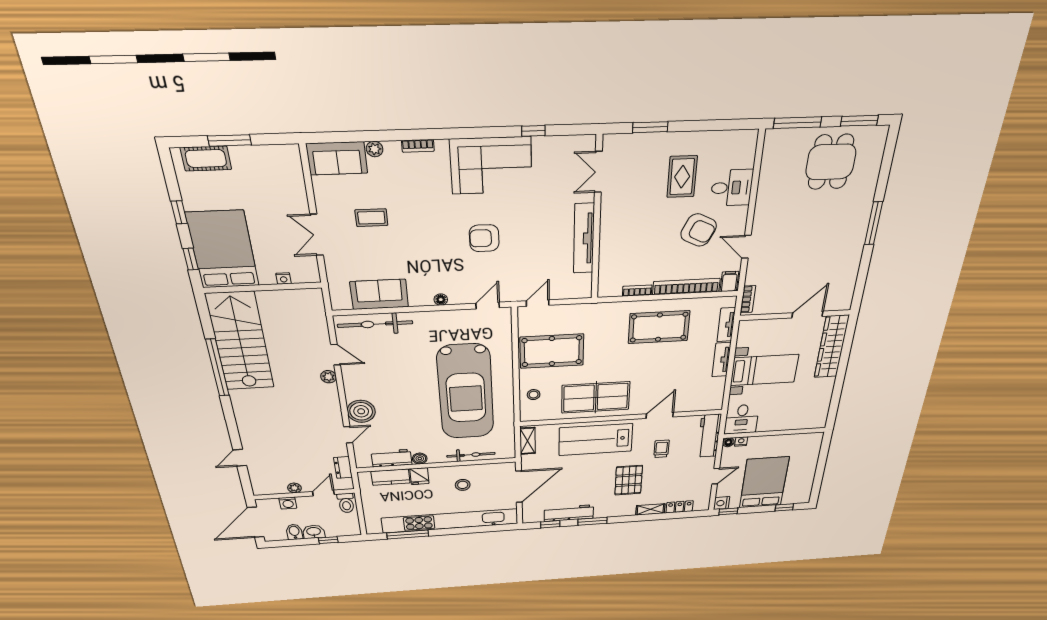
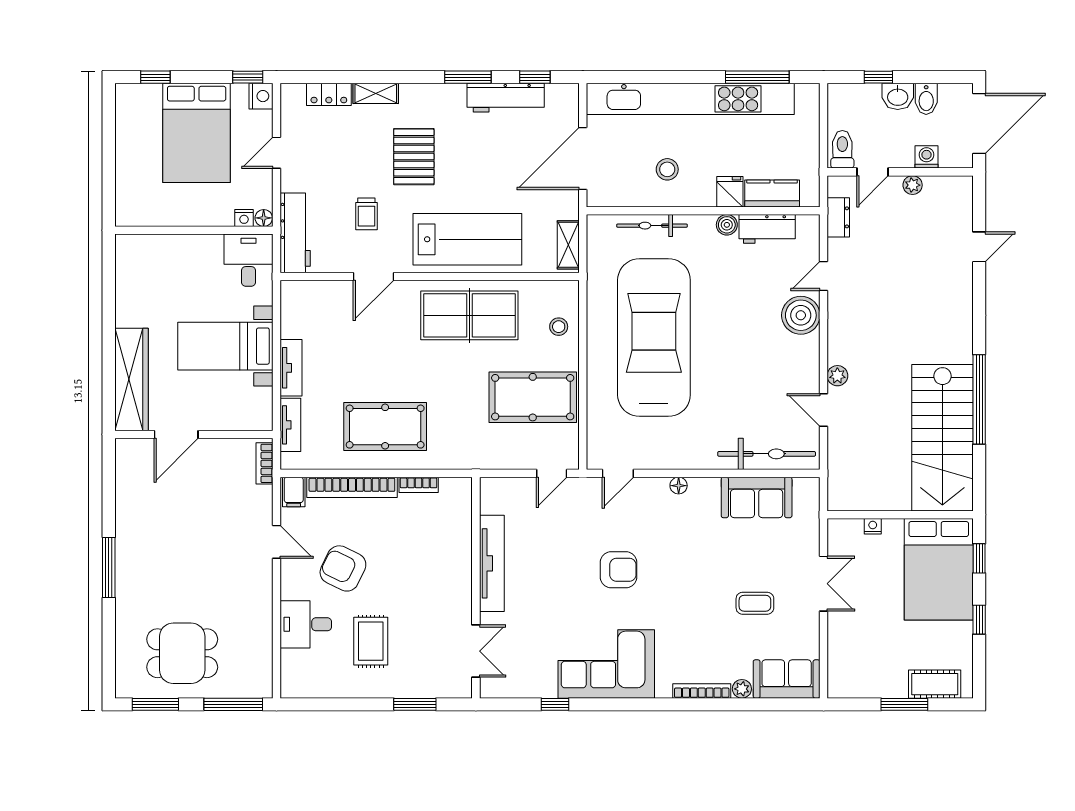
bookcase: (418, 146) -> (702, 691), width x1.56
dining table: (831, 162) -> (182, 653), turned 90

